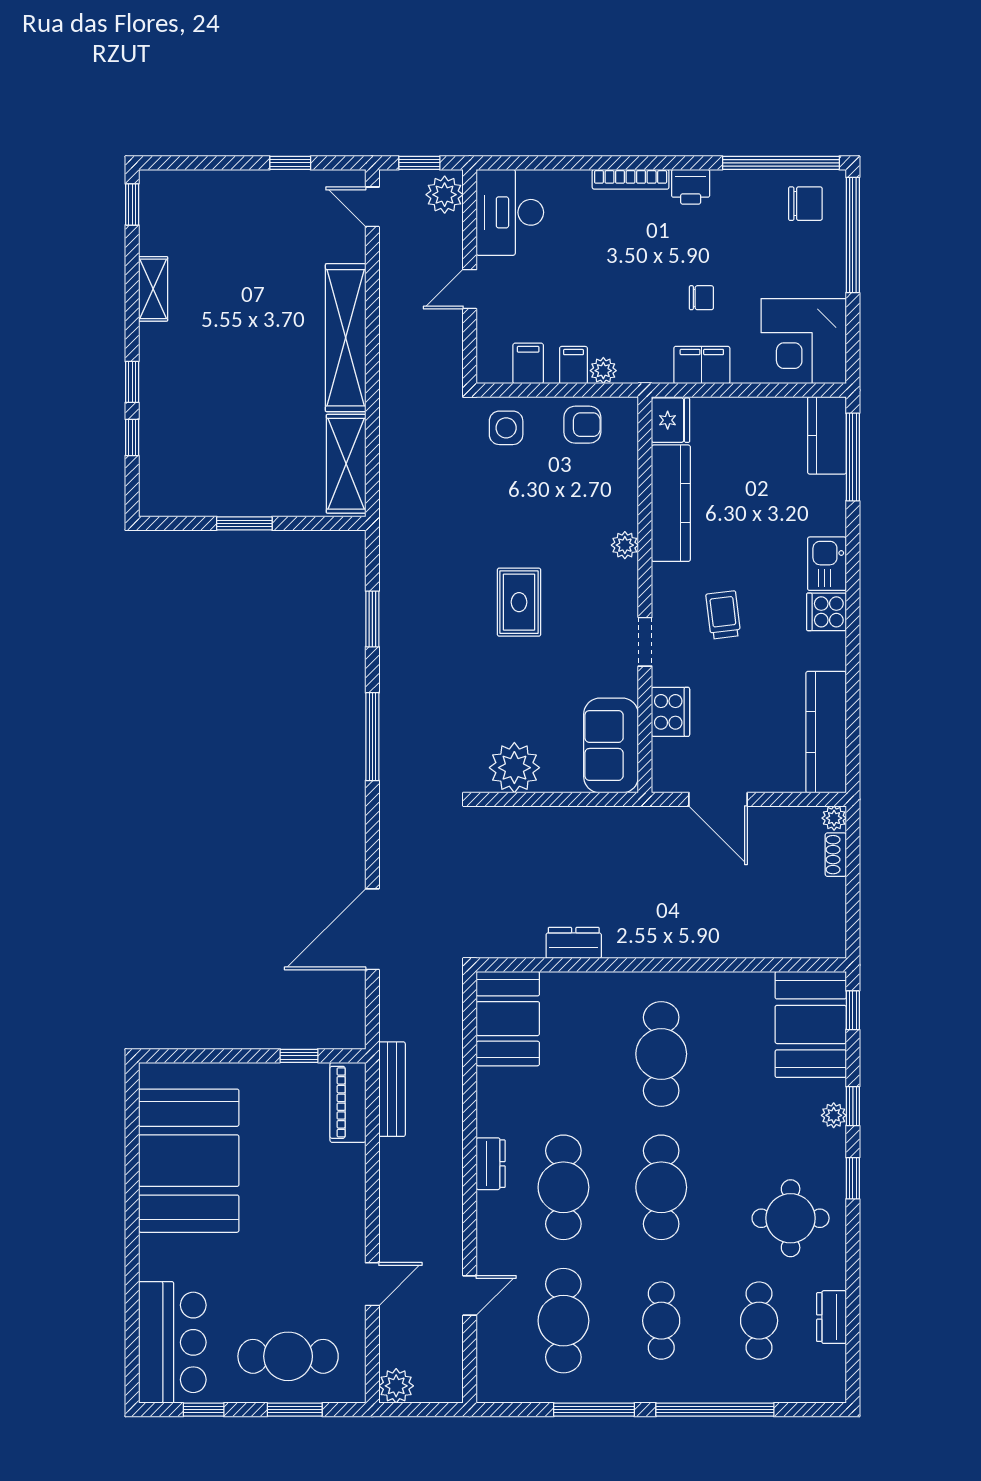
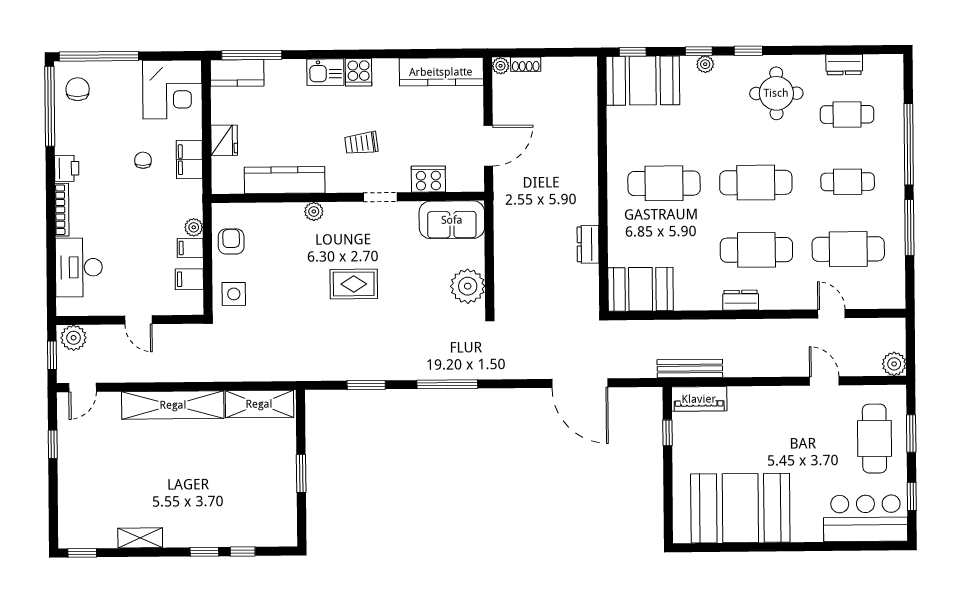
desk: (510, 212) -> (79, 267), moved, turned 90
fridge: (671, 420) -> (224, 140), moved, turned 90

